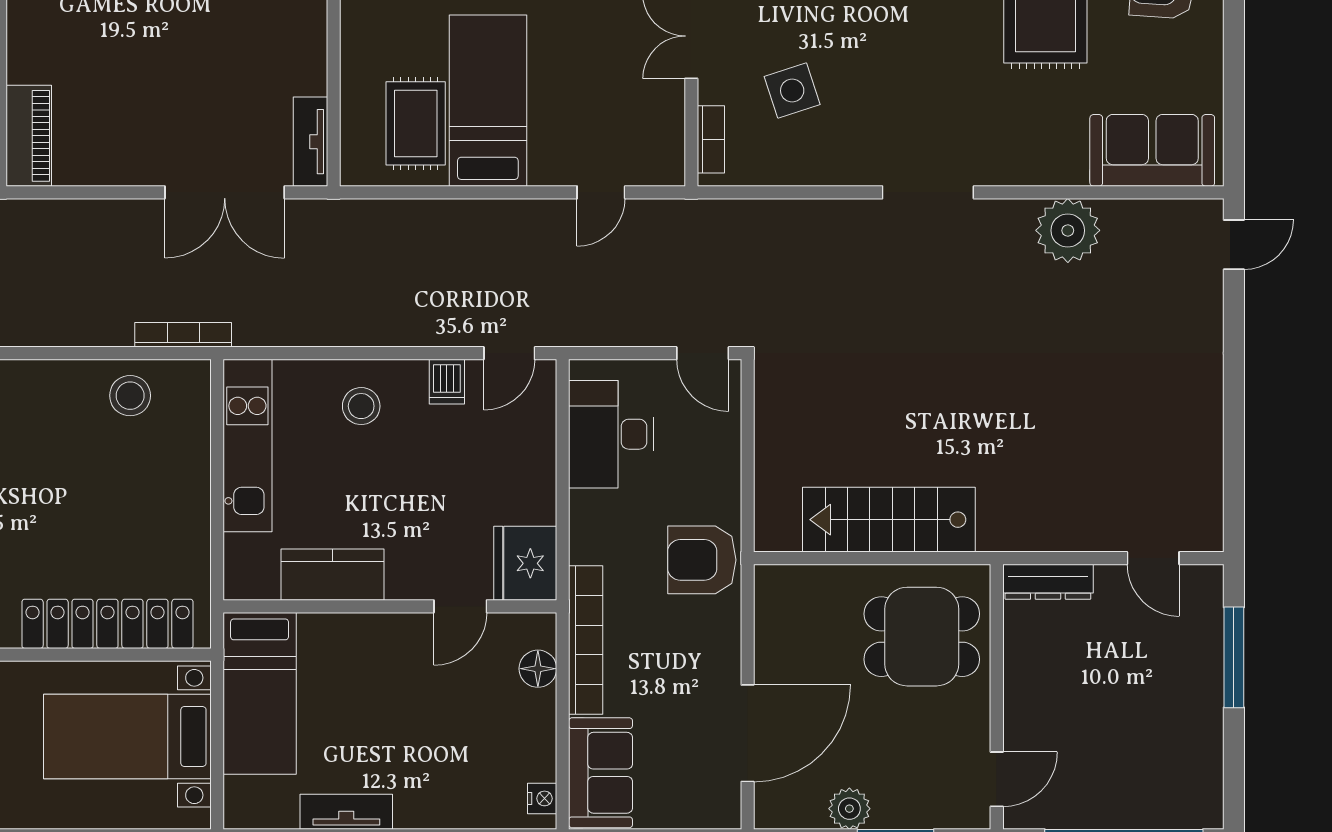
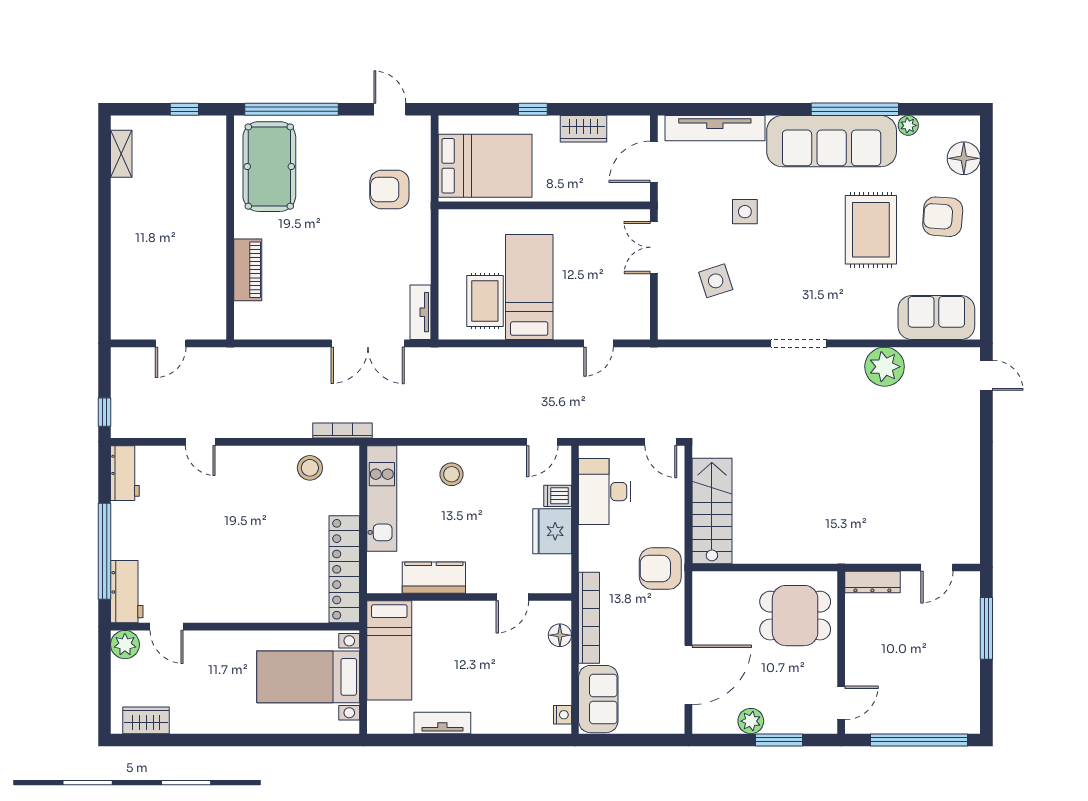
piano: (29, 136) -> (248, 270), moved
bookcase: (711, 139) -> (666, 311), removed
door: (1234, 245) -> (986, 375), hinge flipped
dishwasher: (447, 382) -> (558, 496), moved, turned 90
stairs: (889, 520) -> (712, 511), moved, turned 90
door: (1153, 558) -> (937, 567), hinge flipped
fridge: (525, 563) -> (552, 531), moved
locker: (107, 624) -> (344, 569), moved, turned -90

